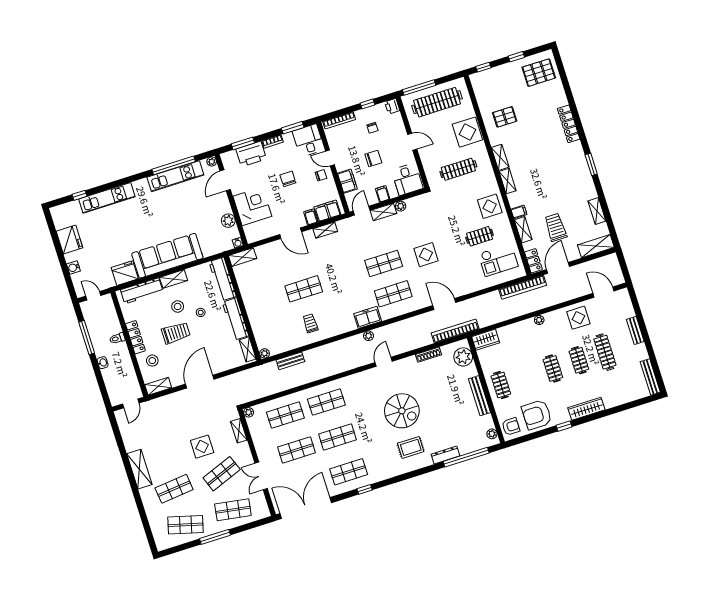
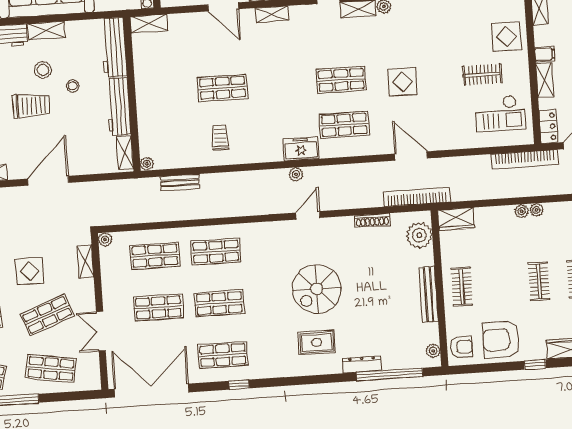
plant: (529, 323) -> (522, 211), added
spiral stairs: (402, 411) -> (317, 289), turned 90

